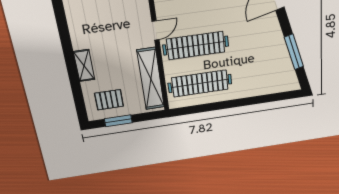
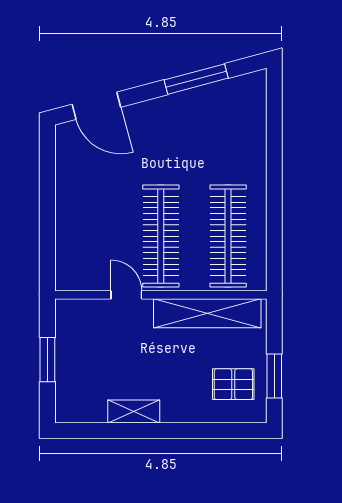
shelving: (84, 66) -> (134, 412), moved
pallet: (109, 100) -> (233, 384), turned 90

